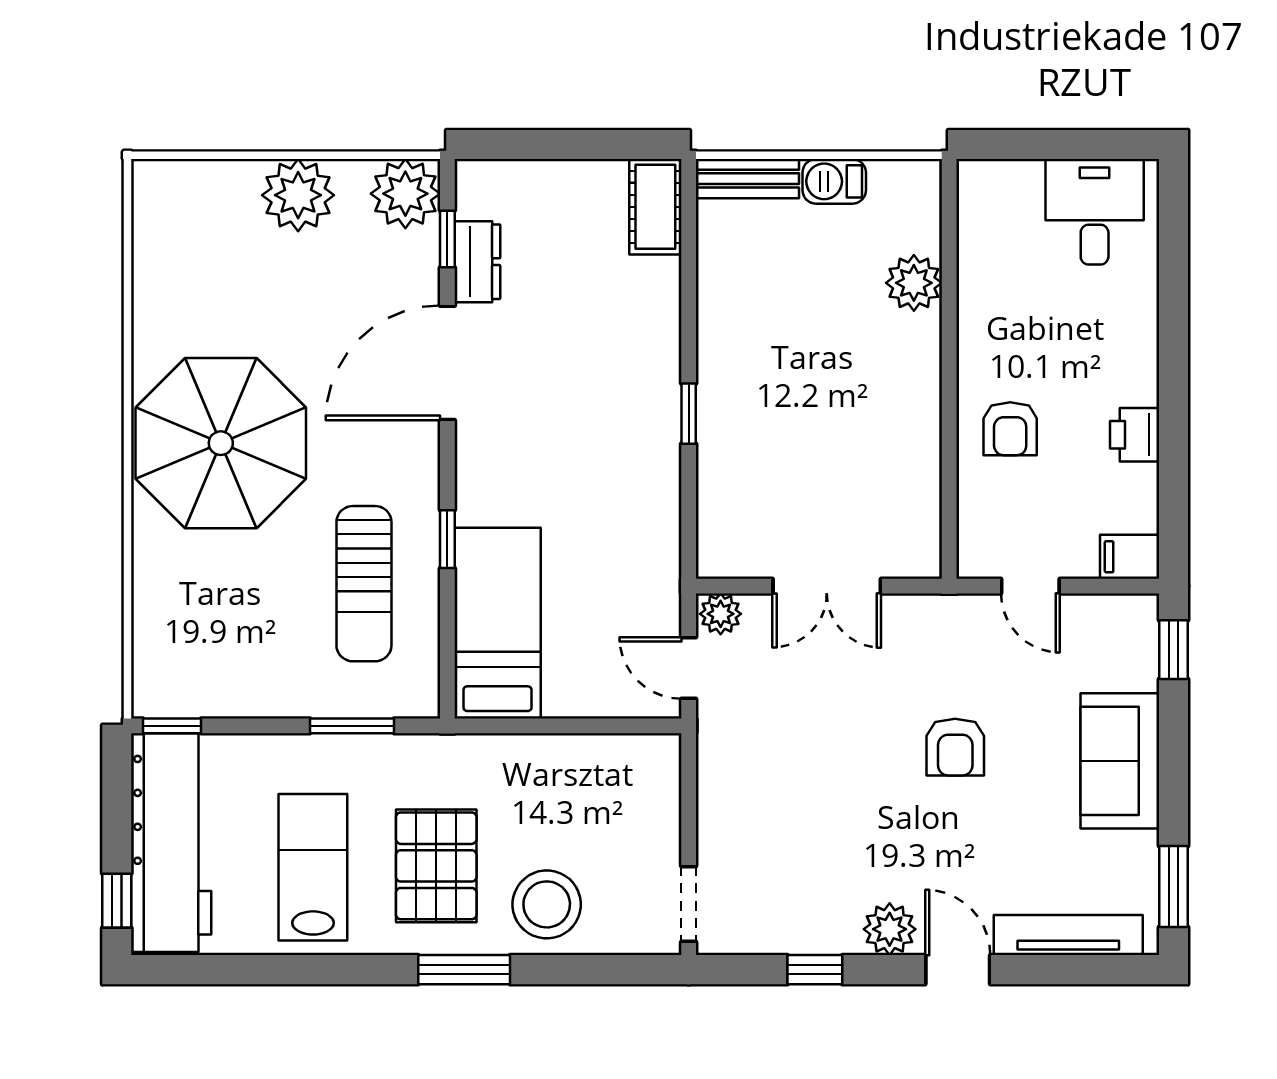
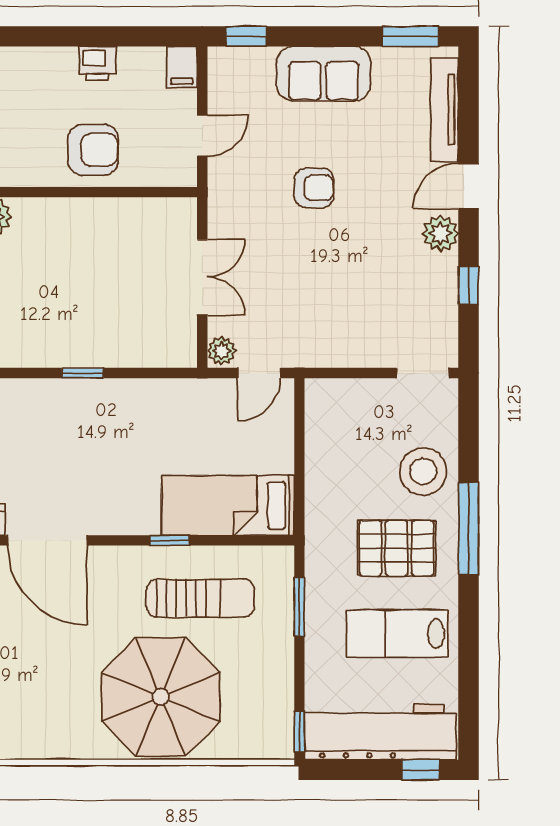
armchair: (1010, 429) -> (93, 150), width x1.38, depth x1.38
parasol: (221, 443) -> (161, 697), moved
window: (464, 970) -> (468, 529), width x1.44

